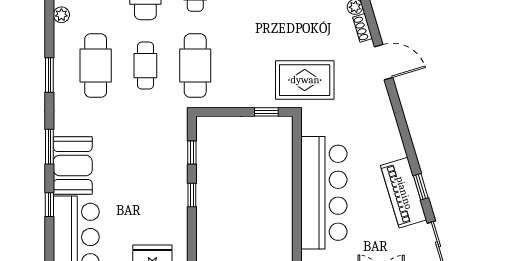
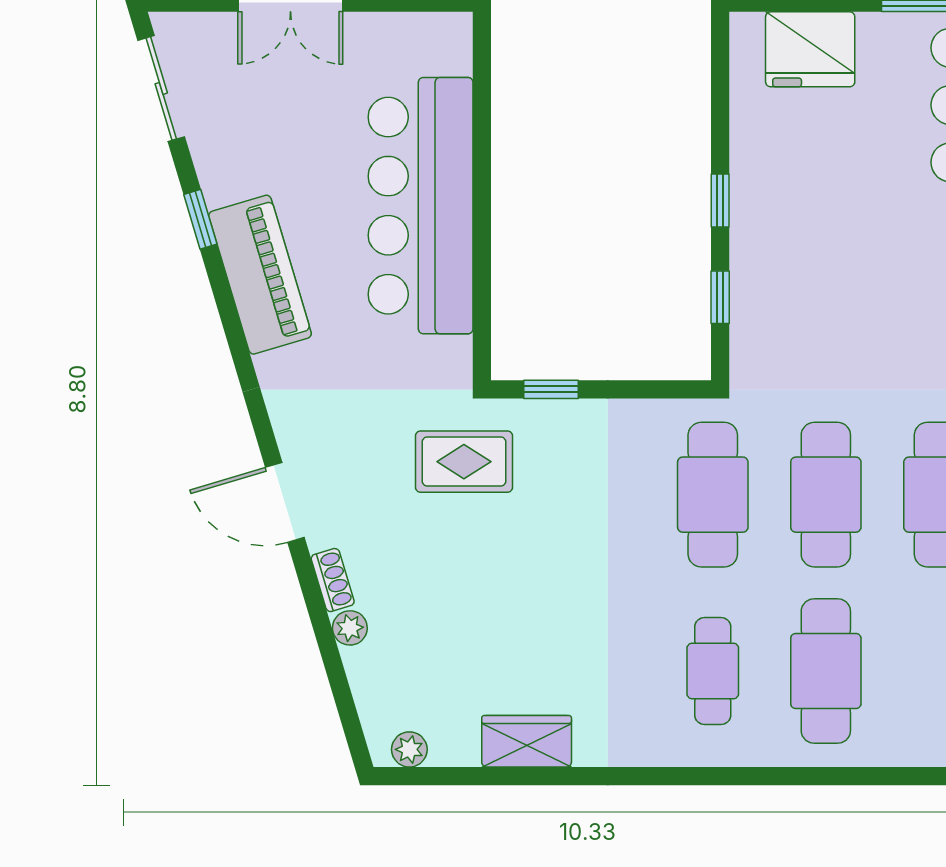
cafe table: (145, 66) -> (826, 495), width x1.37, depth x1.35
rug: (305, 80) -> (464, 462), width x0.73, depth x0.70
piano: (404, 193) -> (260, 275), moved

